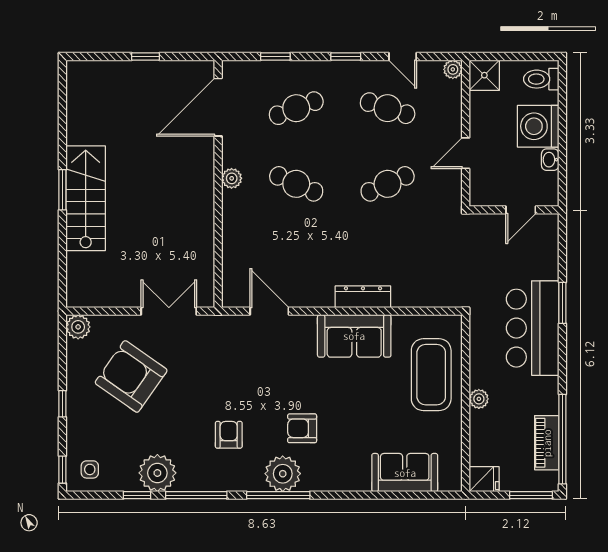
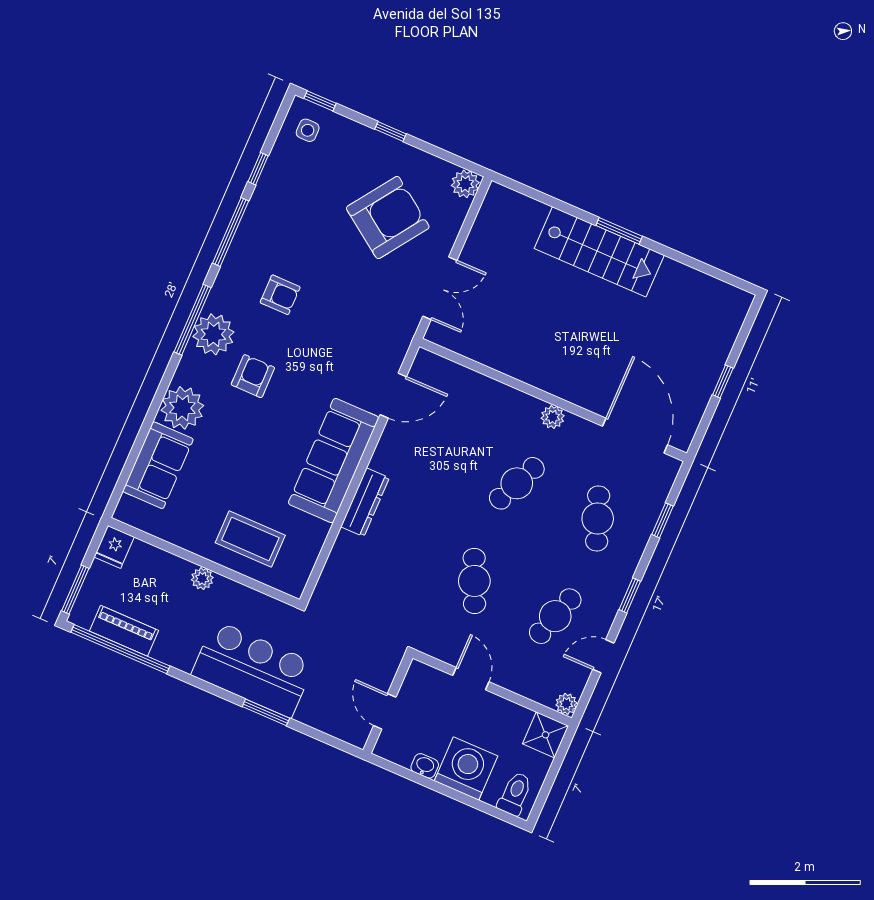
sofa: (354, 336) -> (333, 461), width x1.36
coffee table: (431, 375) -> (250, 539), width x0.73, depth x0.76
plant: (157, 473) -> (182, 408), moved

